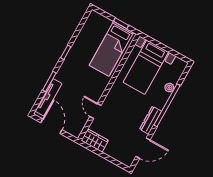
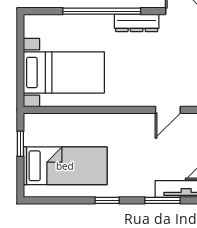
bed: (111, 49) -> (65, 166), moved
plant: (169, 88) -> (74, 22), removed

